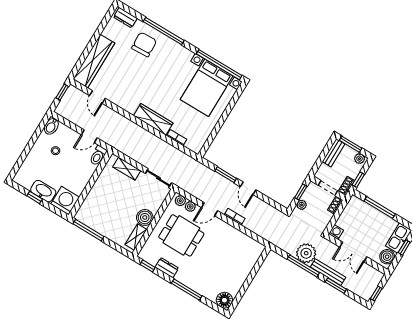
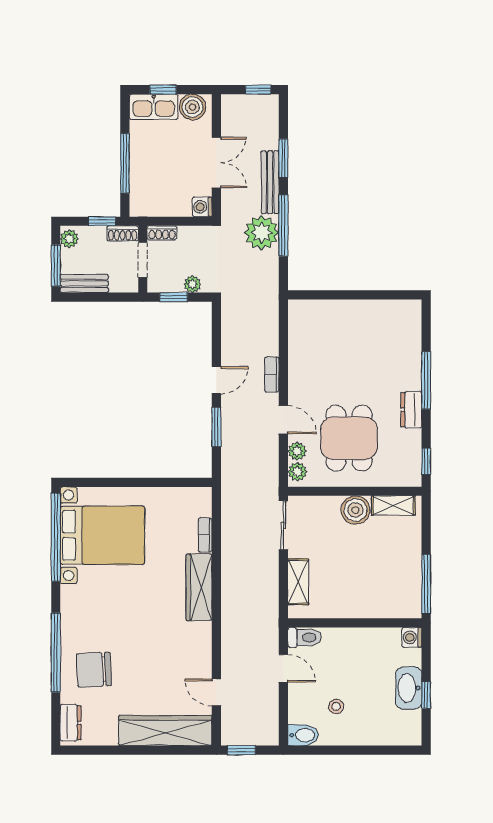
door: (97, 97) -> (216, 692), swing flipped
washing machine: (65, 201) -> (412, 637), width x0.53, depth x0.53
dresser: (167, 268) -> (411, 410), moved
floor lamp: (224, 300) -> (408, 314), removed

